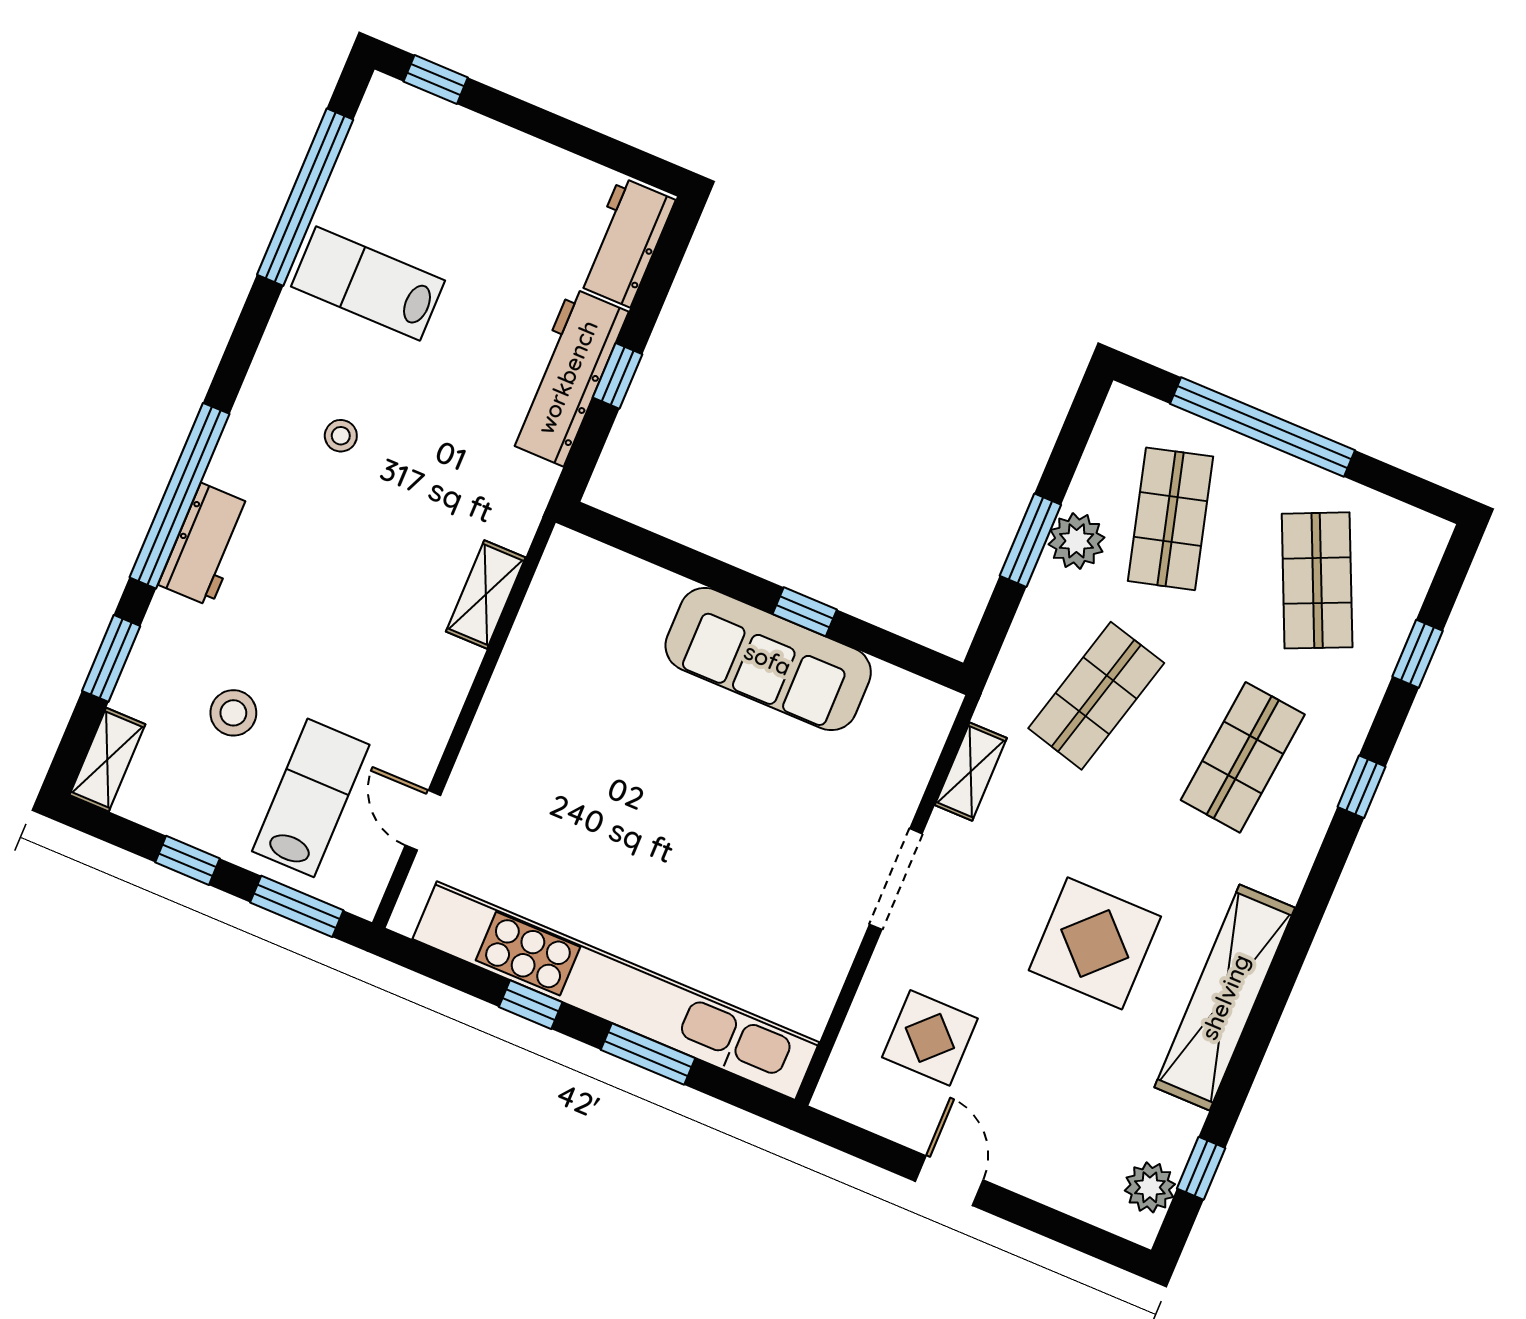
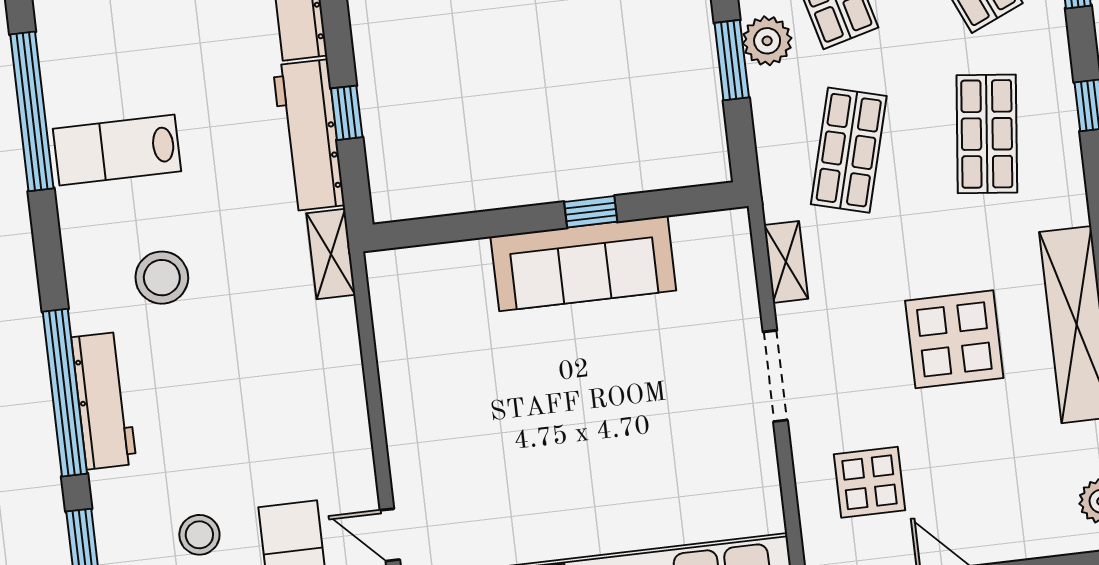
stool: (341, 436) -> (162, 278), width x1.89, depth x1.89
workbench: (206, 545) -> (104, 401), width x1.38
shelving: (486, 595) -> (331, 254), moved

